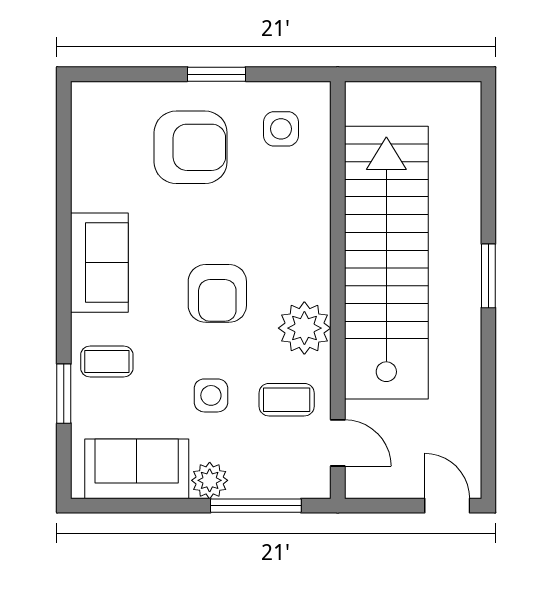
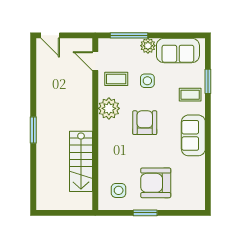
stairs: (386, 263) -> (81, 161), width x0.54, depth x0.66

